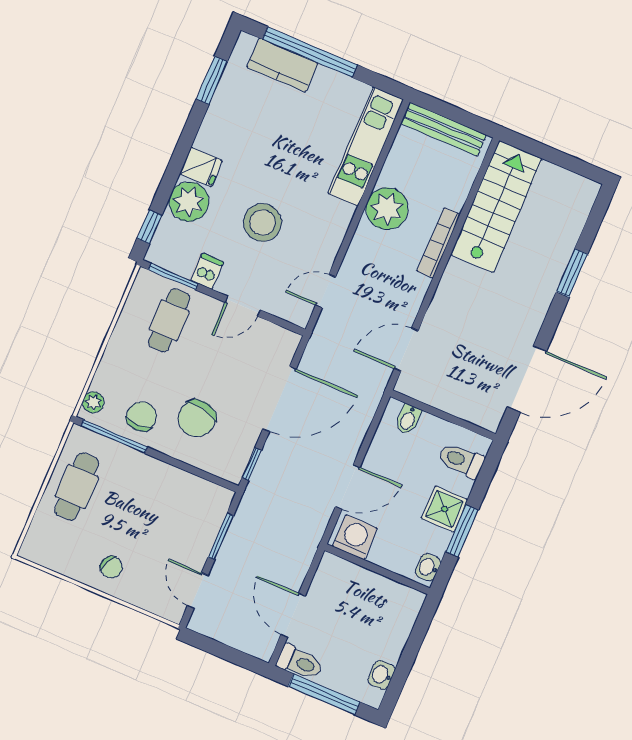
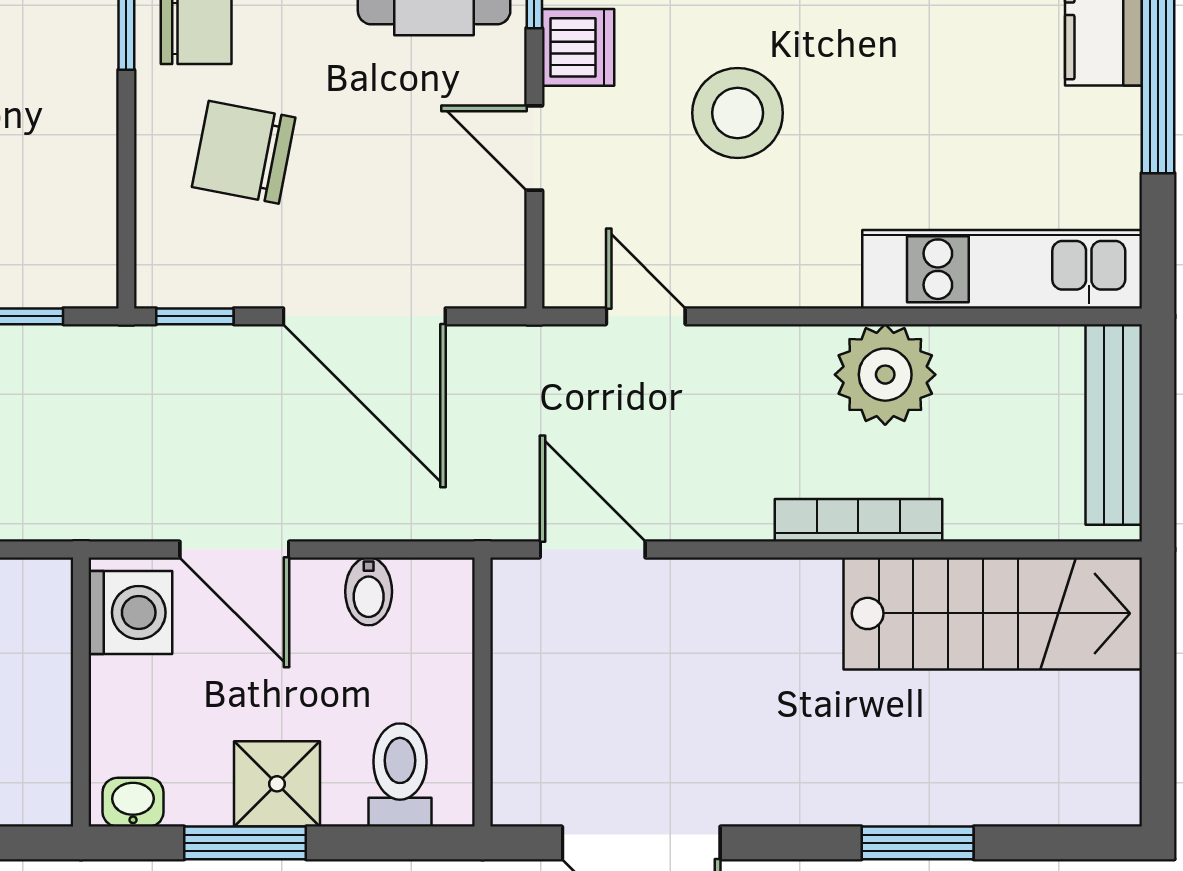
dishwasher: (207, 271) -> (578, 47), width x1.38
bidet: (408, 419) -> (369, 591), moved, turned -90

